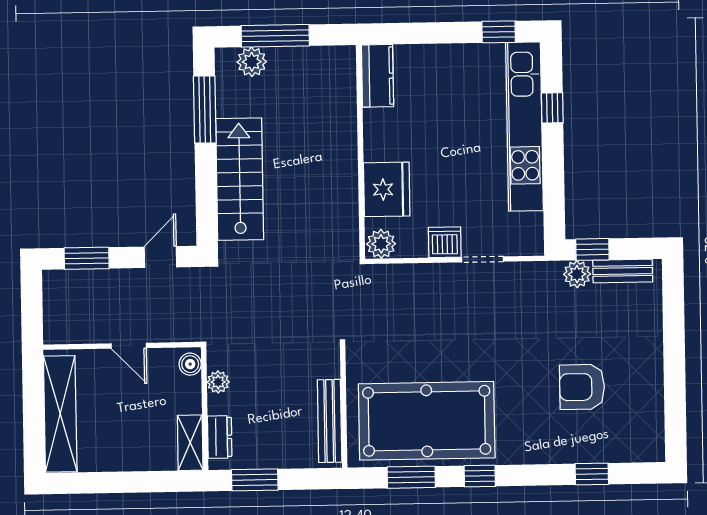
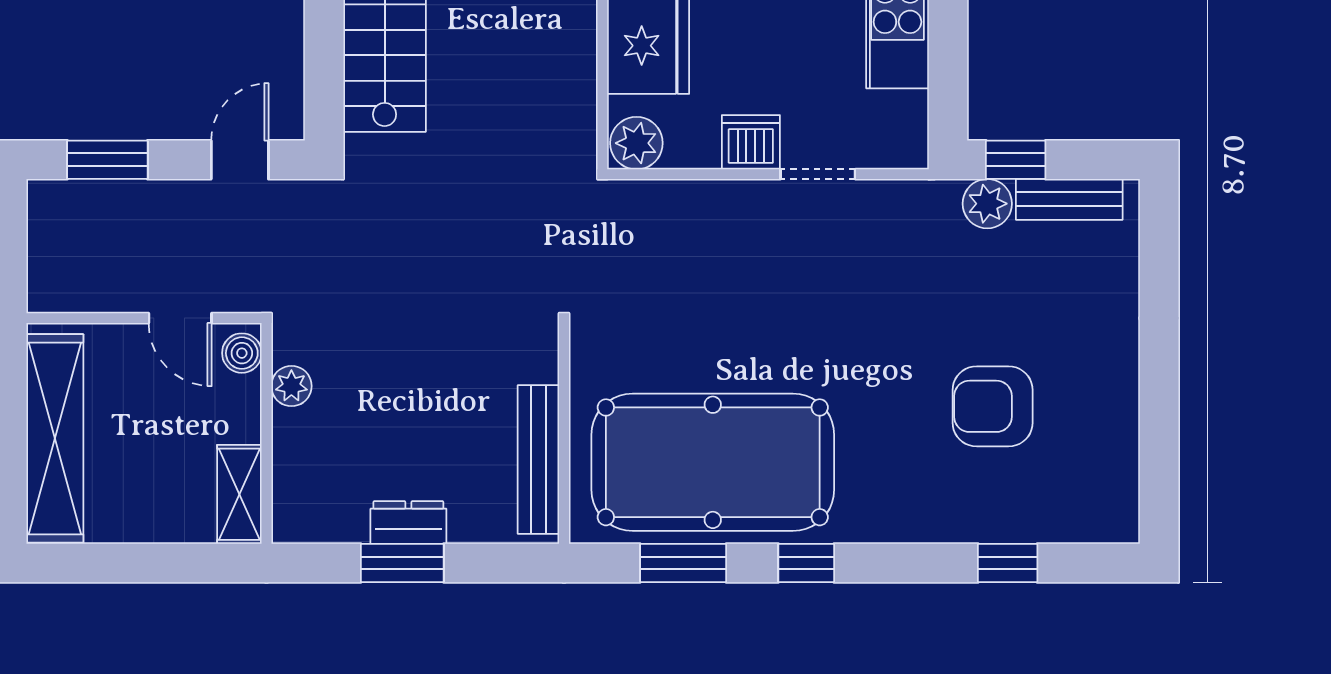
boiler: (190, 364) -> (242, 353), moved
plant: (218, 382) -> (291, 386), moved
wall: (205, 409) -> (266, 433), moved
dresser: (220, 437) -> (408, 522), moved, turned -90
shelving: (190, 443) -> (239, 494), moved

